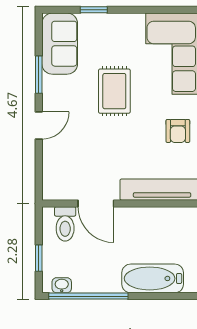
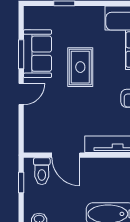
sofa: (60, 44) -> (38, 54), moved
window: (39, 258) -> (21, 183), moved

